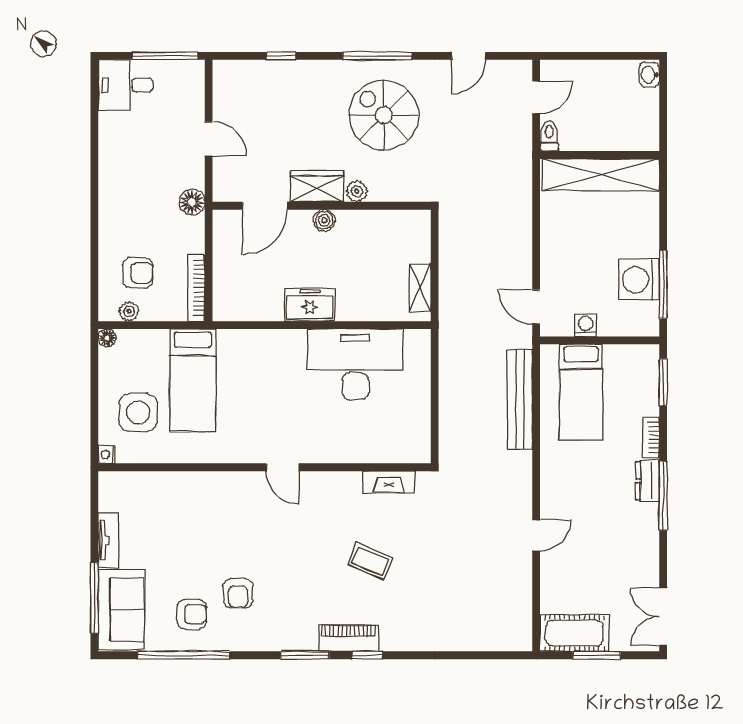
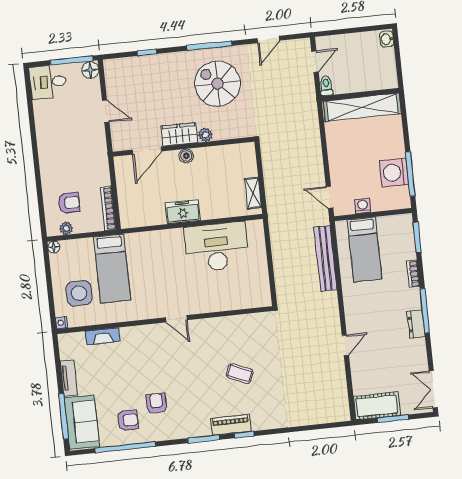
floor lamp: (192, 202) -> (90, 70), moved
dresser: (648, 481) -> (416, 324), moved
fireplace: (389, 482) -> (103, 336), moved
armchair: (238, 593) -> (156, 403), turned 180

